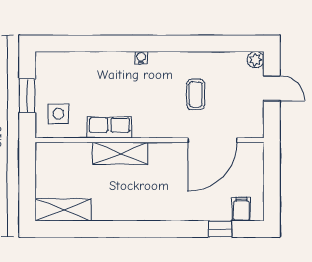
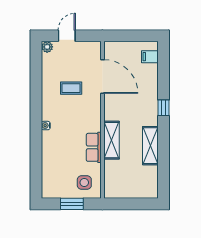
shelving: (63, 210) -> (150, 146), moved
window: (220, 229) -> (163, 108), moved

